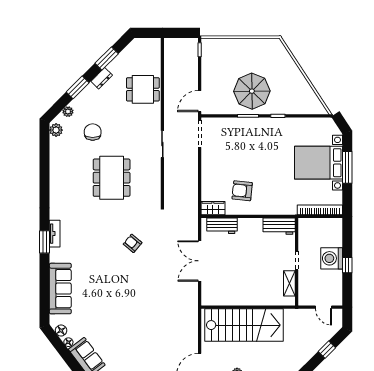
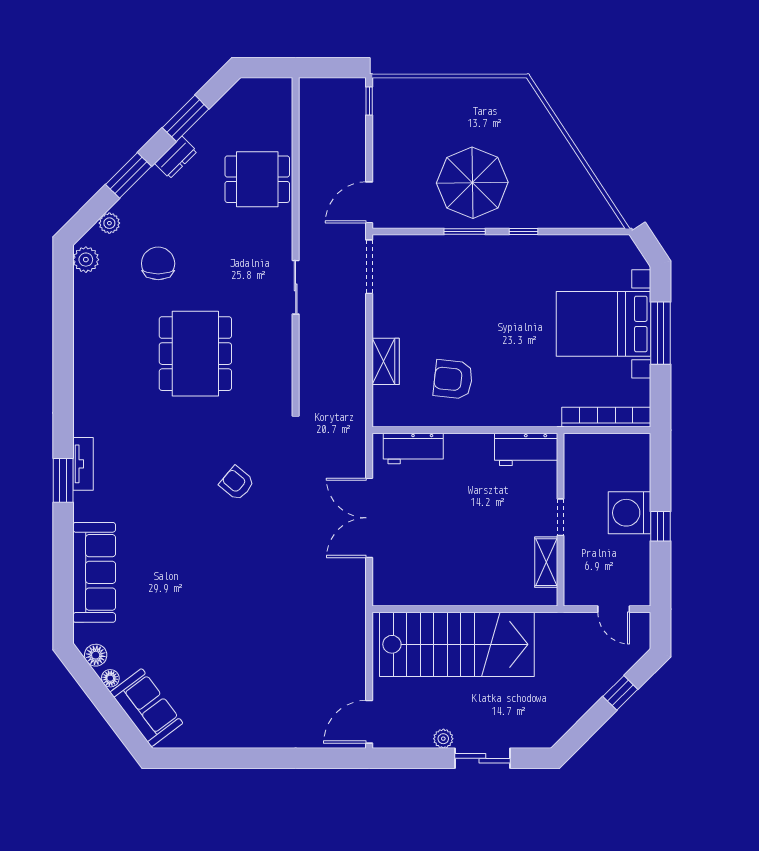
wardrobe: (213, 208) -> (386, 361), moved, turned 90

